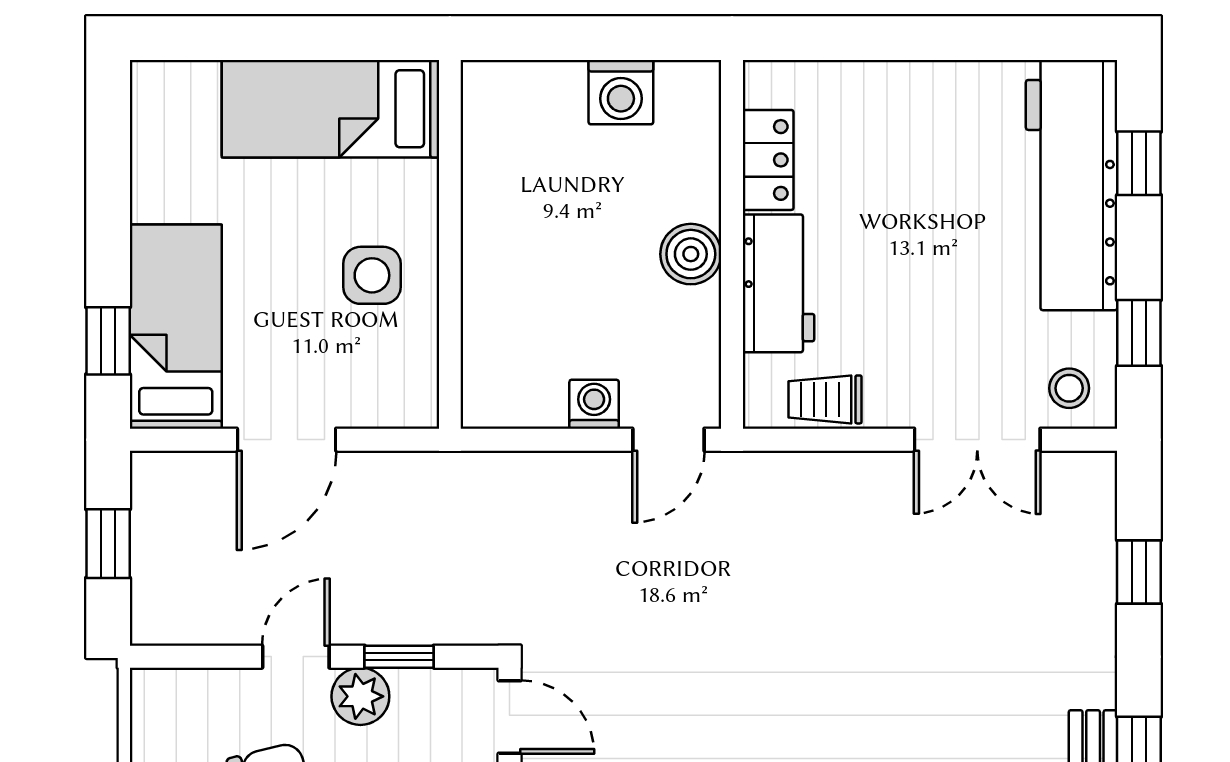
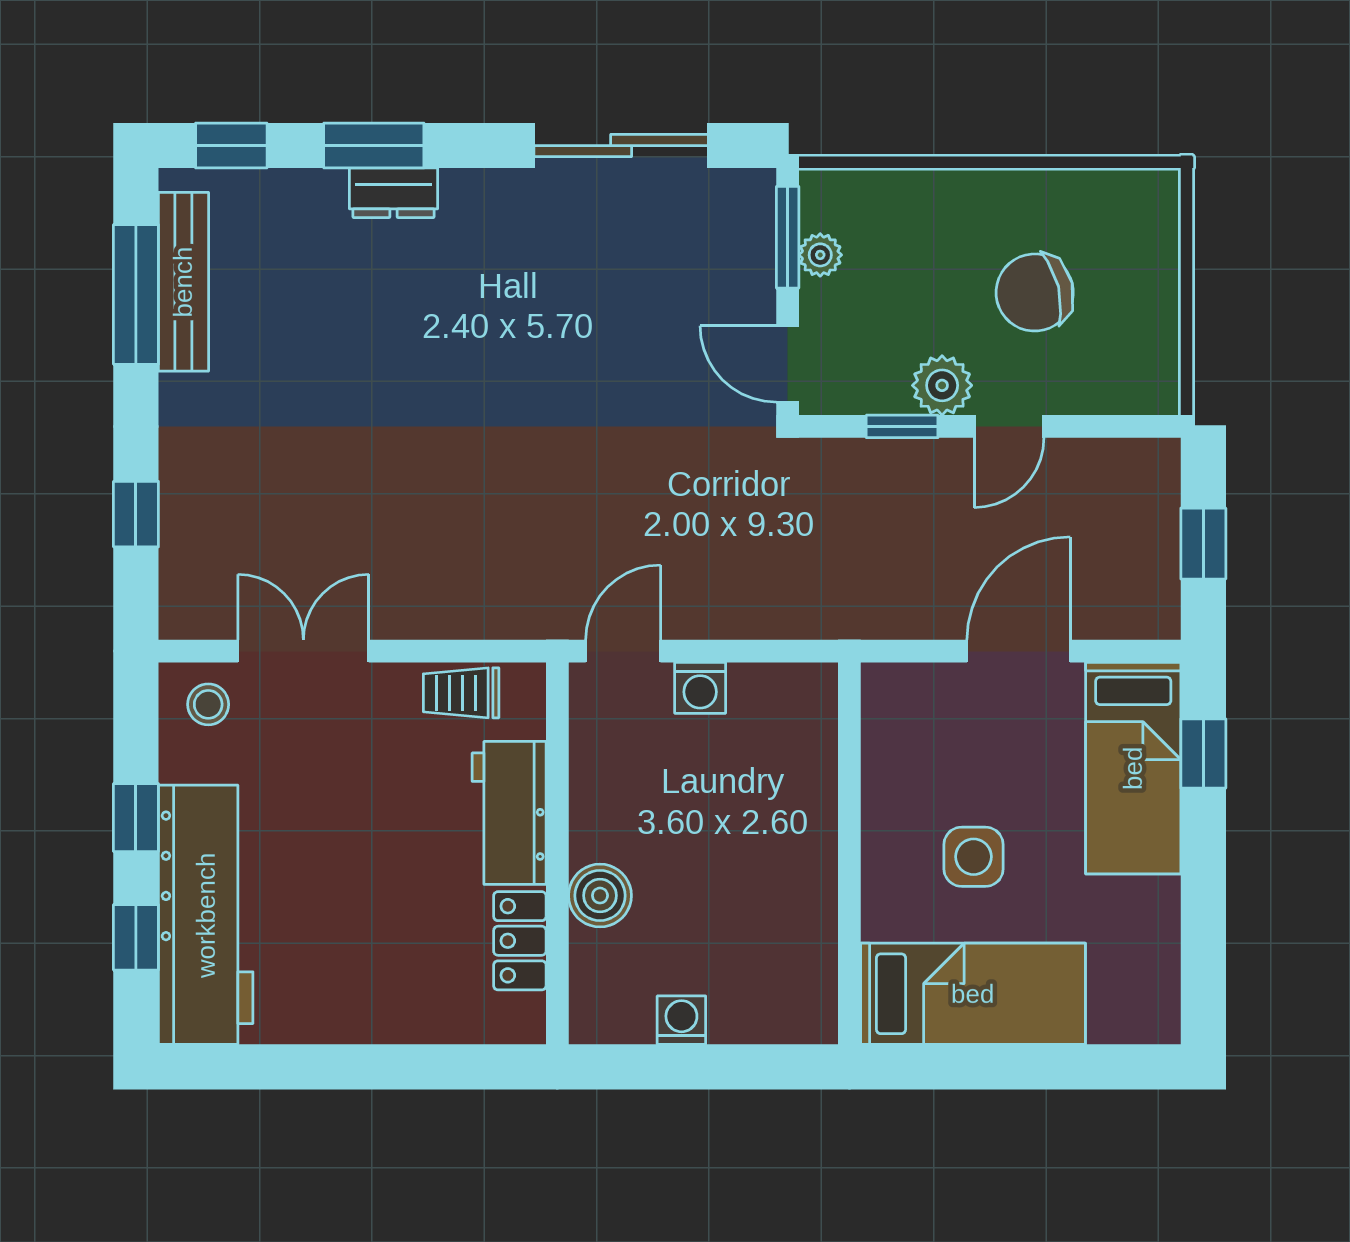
washing machine: (621, 92) -> (681, 1020), width x0.73, depth x0.73
boiler: (691, 254) -> (600, 896), moved
side table: (372, 275) -> (974, 857), moved
window: (1139, 333) -> (136, 818), moved
trolley: (825, 399) -> (461, 693), turned 180

